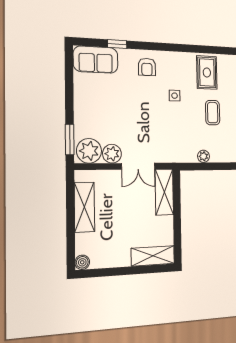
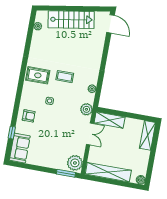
plant: (112, 154) -> (86, 109), moved
shelving: (84, 207) -> (108, 172), width x1.47

